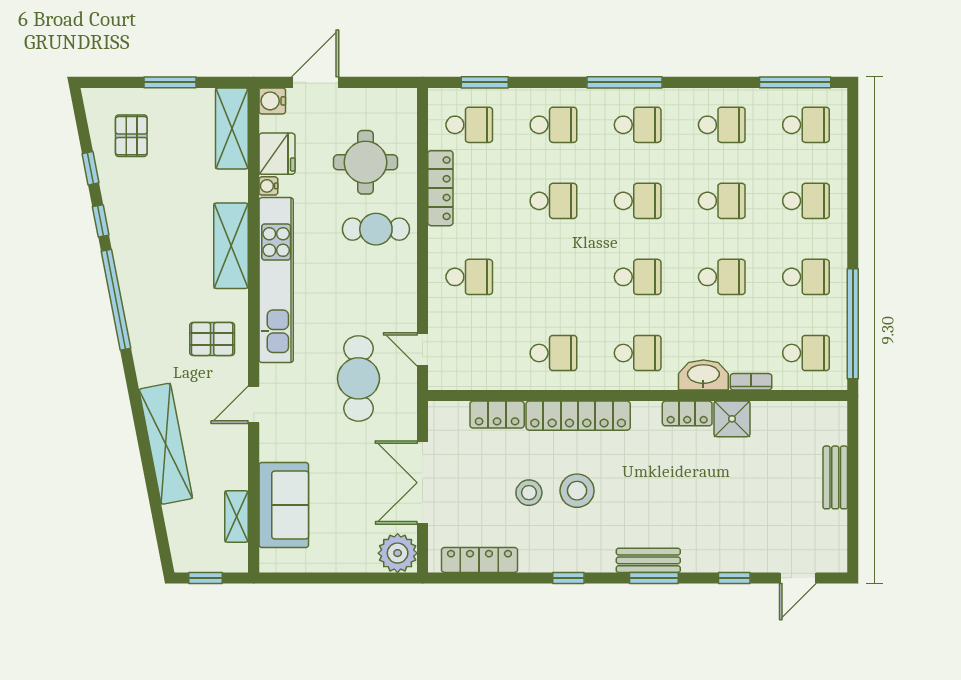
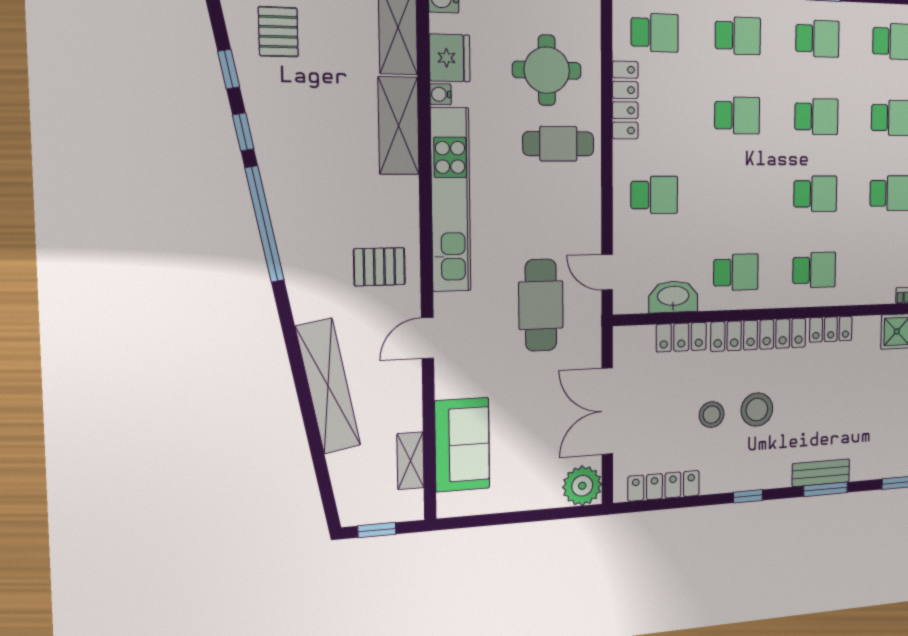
shelving: (231, 246) -> (399, 126), moved
washbasin: (703, 375) -> (673, 297), moved
locker: (687, 413) -> (831, 329), moved

